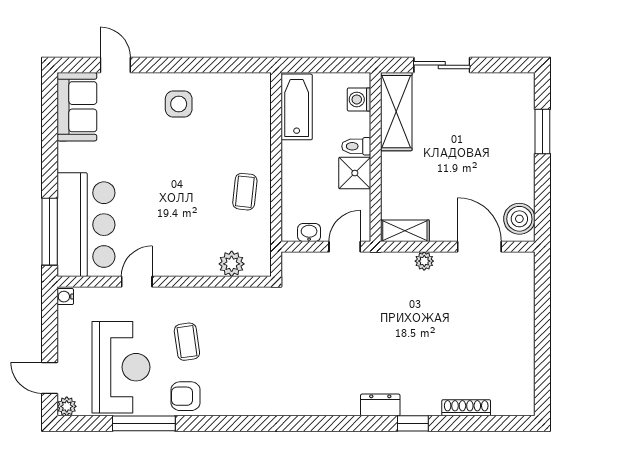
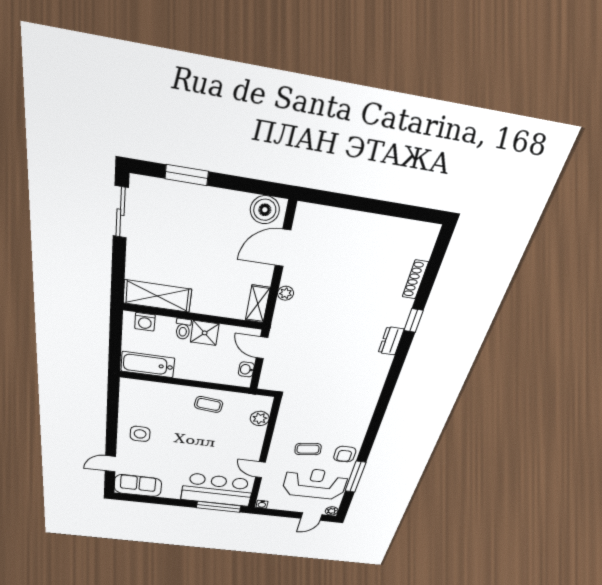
sliding door: (442, 65) -> (121, 212), moved

